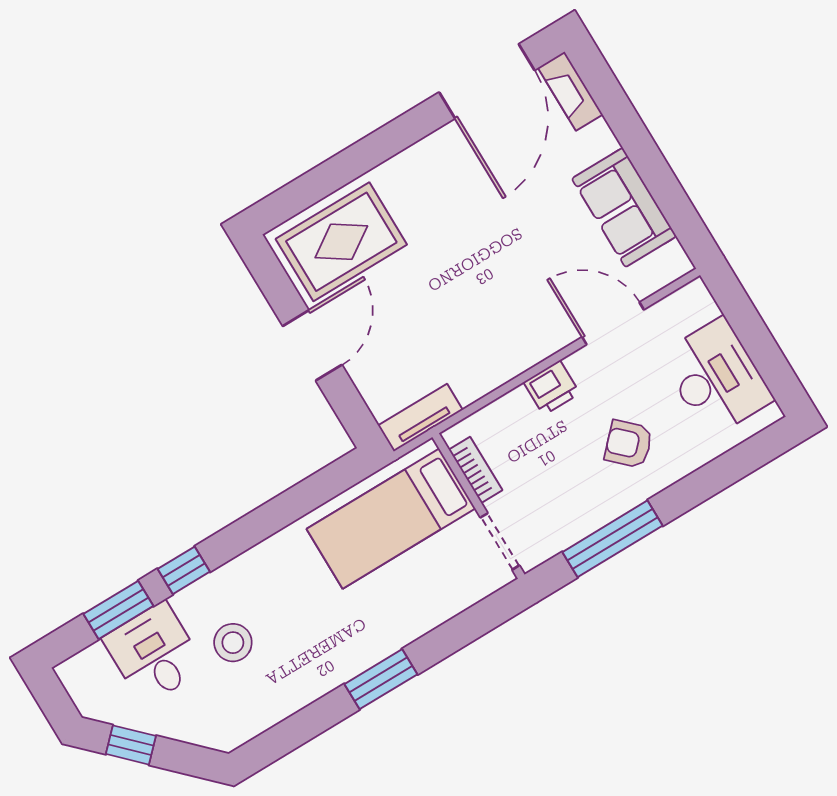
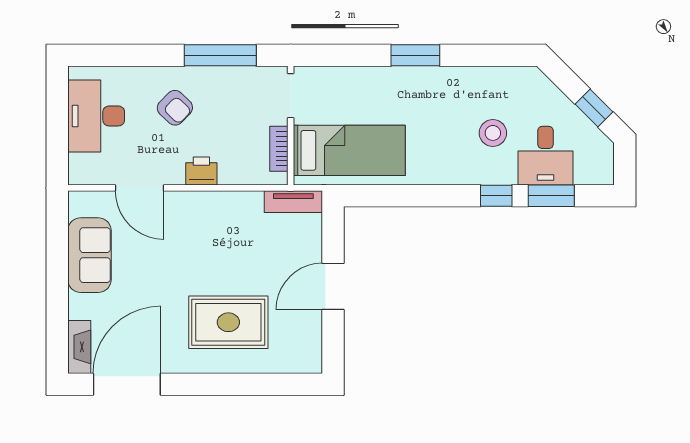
rug: (341, 242) -> (228, 322), moved

